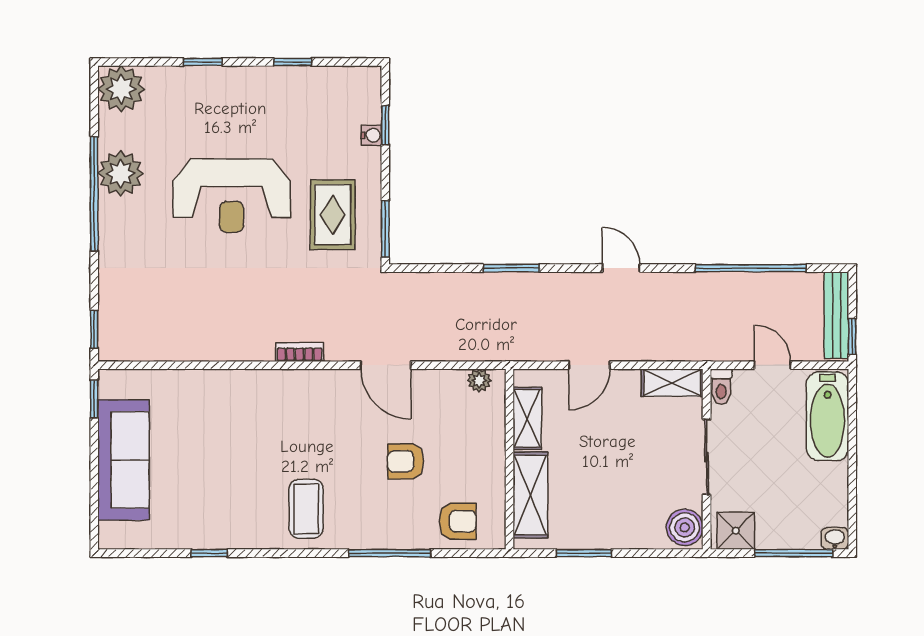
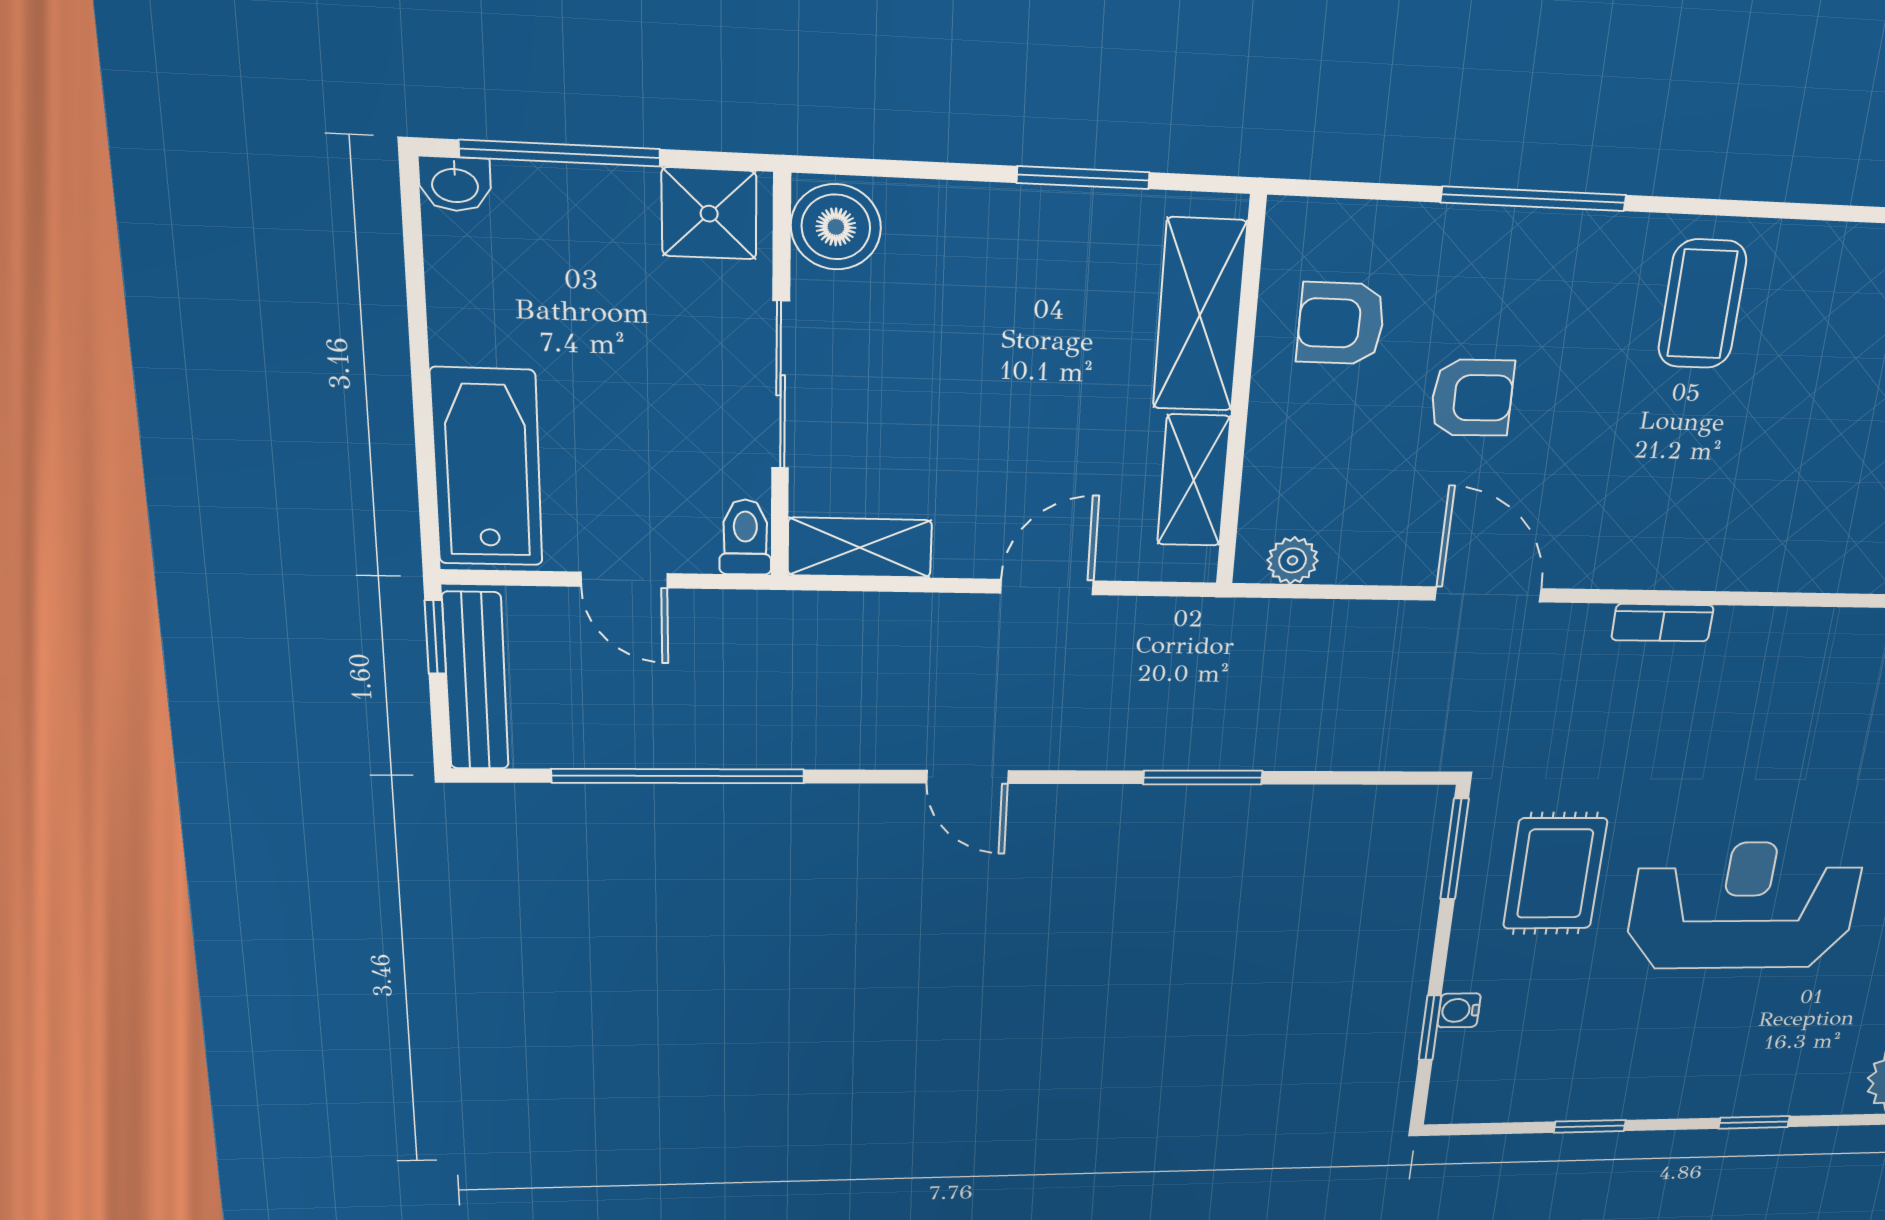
armchair: (458, 521) -> (1341, 323), moved

